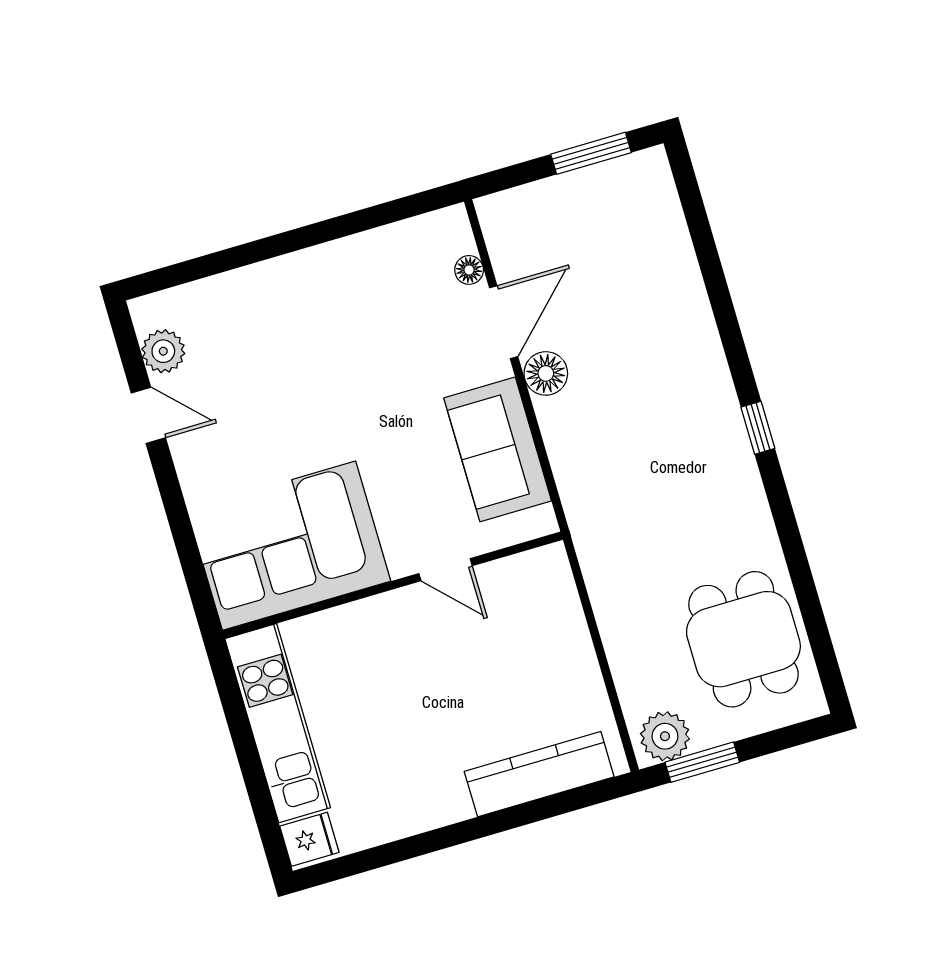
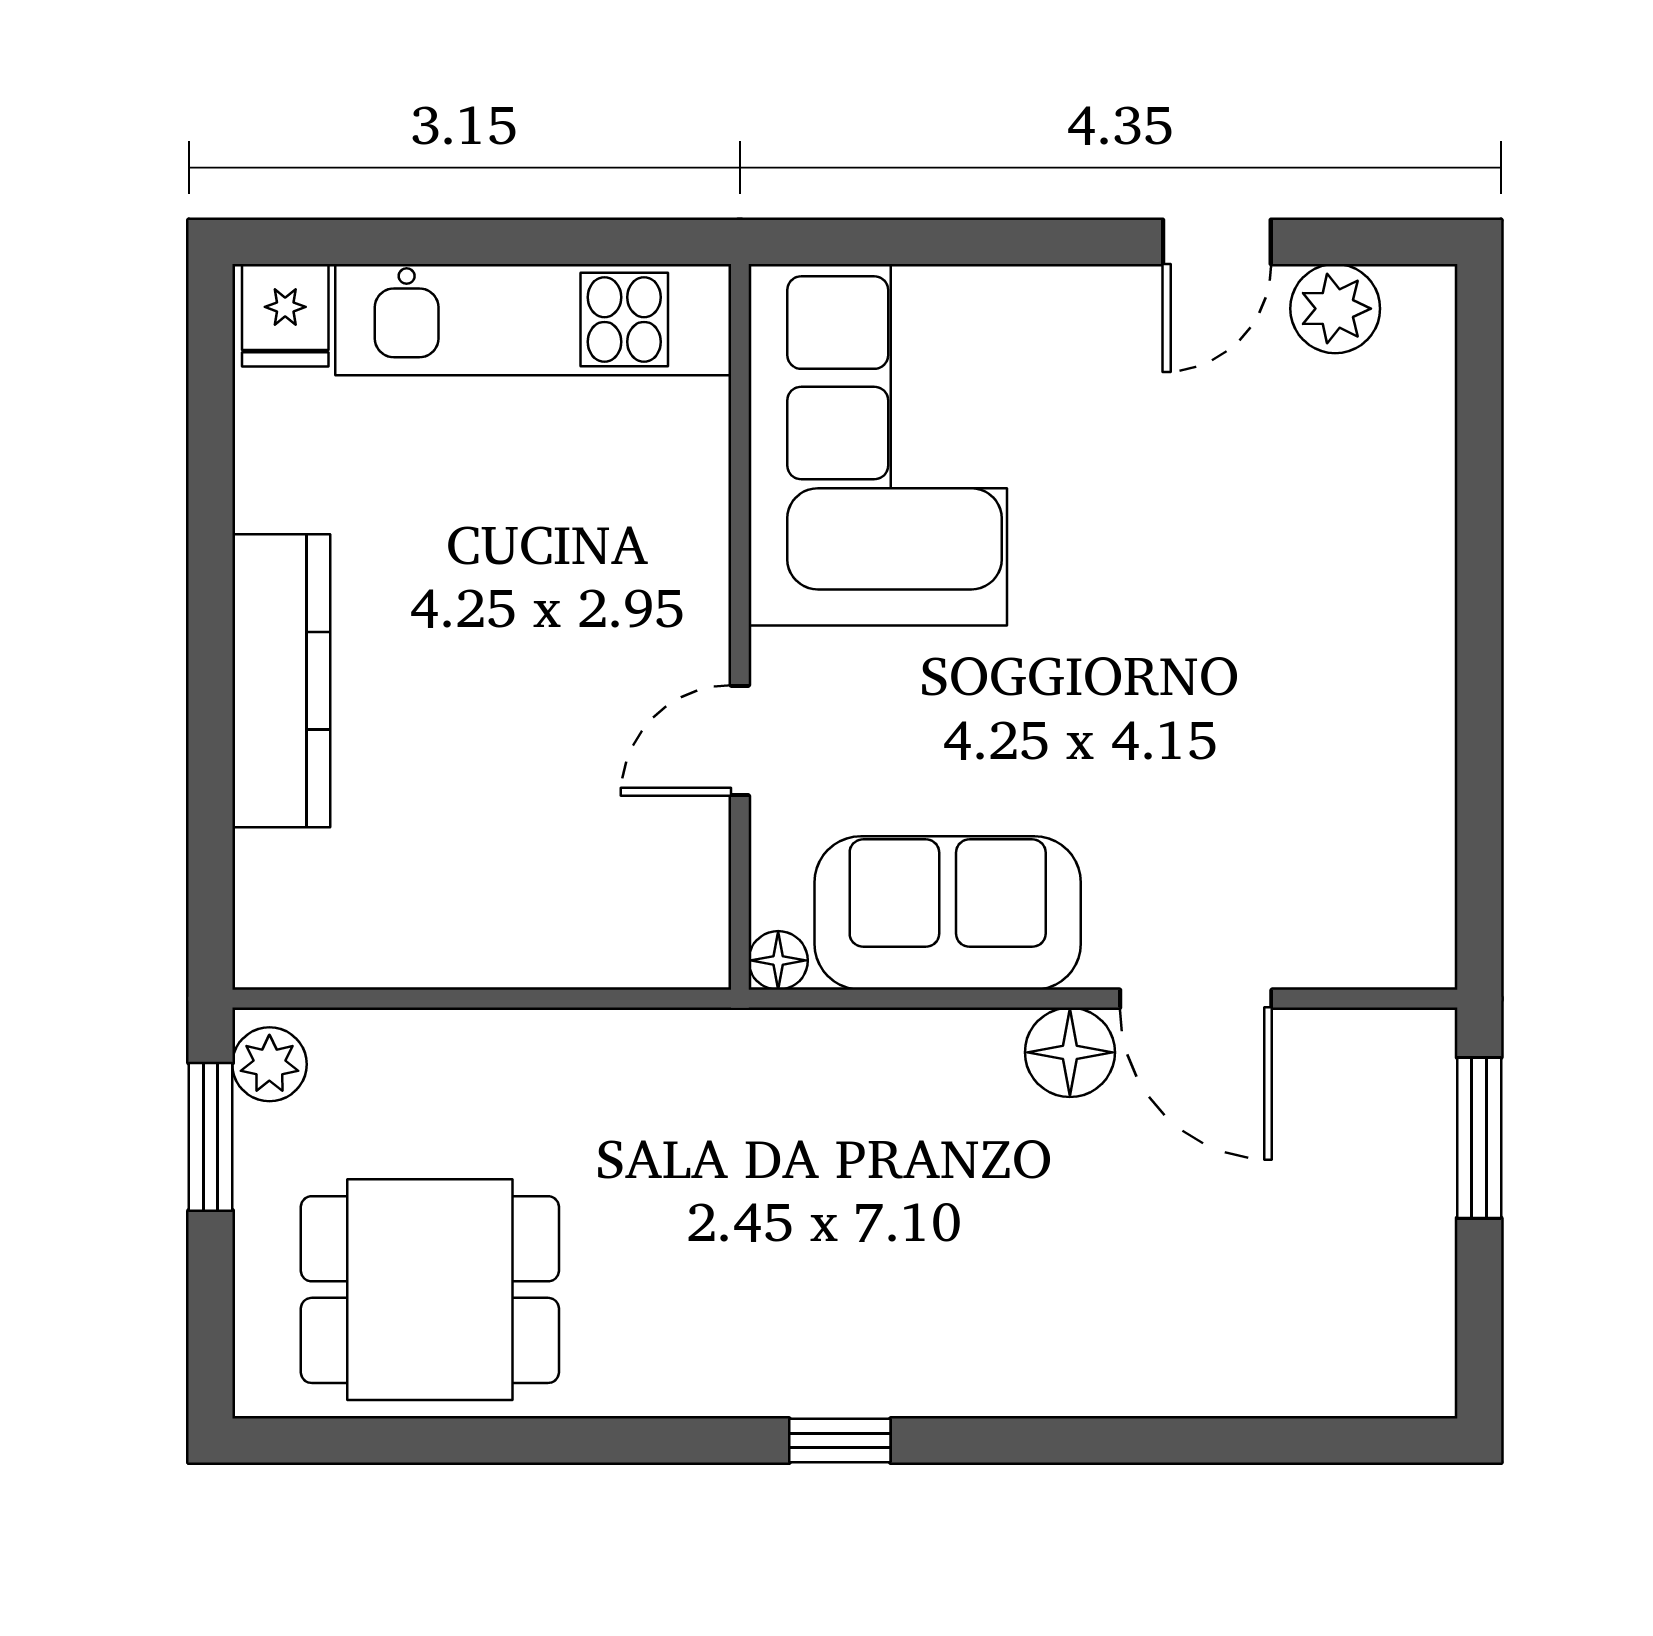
window: (591, 153) -> (1479, 1138), moved
floor lamp: (469, 270) -> (778, 960), moved
plant: (665, 736) -> (269, 1064), width x0.73, depth x0.73
kitchen counter: (539, 774) -> (281, 681), moved

